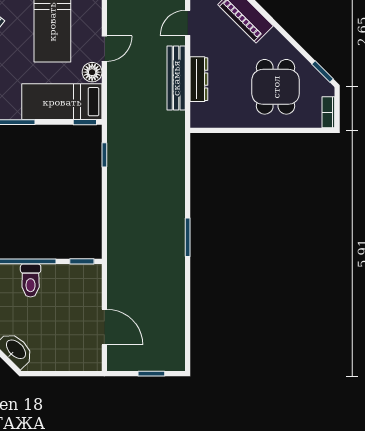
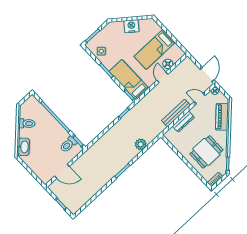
door: (104, 49) -> (162, 77), swing flipped
floor lamp: (92, 72) -> (168, 64), moved
plant: (173, 173) -> (141, 144), added
toilet: (31, 281) -> (68, 144), moved
door: (104, 327) -> (62, 171), hinge flipped

